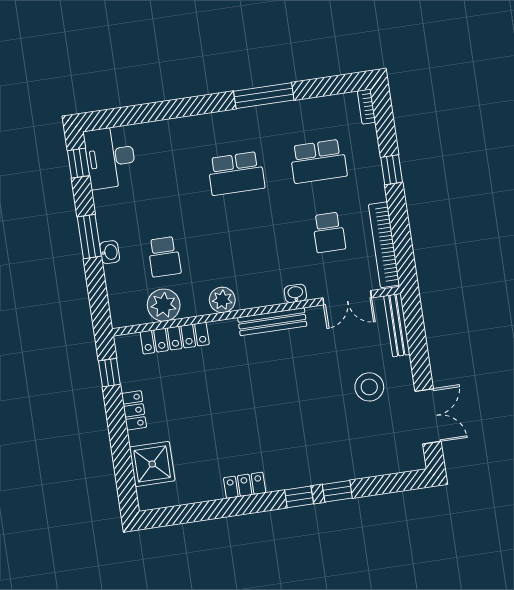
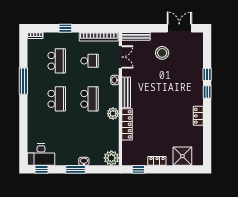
school desk: (164, 257) -> (90, 99), moved, width x1.85
plant: (164, 305) -> (111, 158), moved
locker: (175, 338) -> (127, 124), moved

